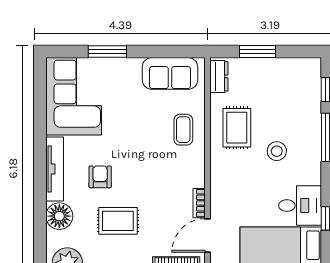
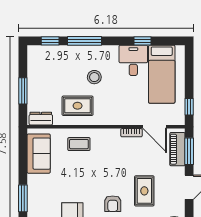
armchair: (100, 177) -> (113, 204), turned -90

